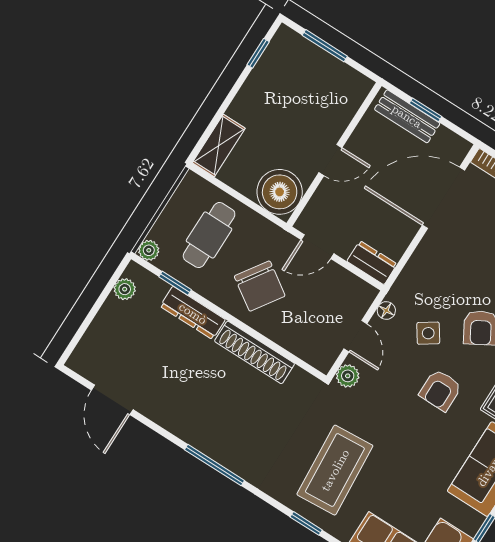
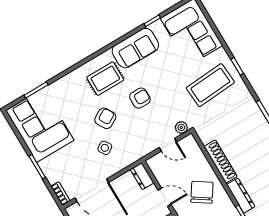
floor lamp: (386, 310) -> (147, 150), removed
side table: (428, 333) -> (105, 148), moved
door: (355, 336) -> (168, 145), swing flipped

